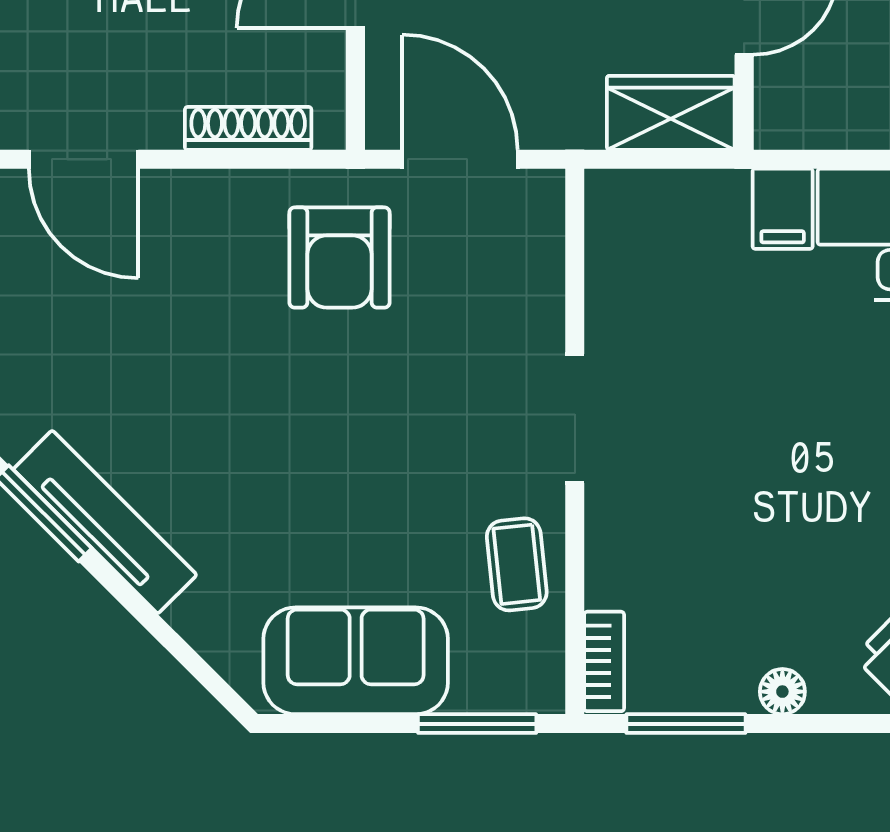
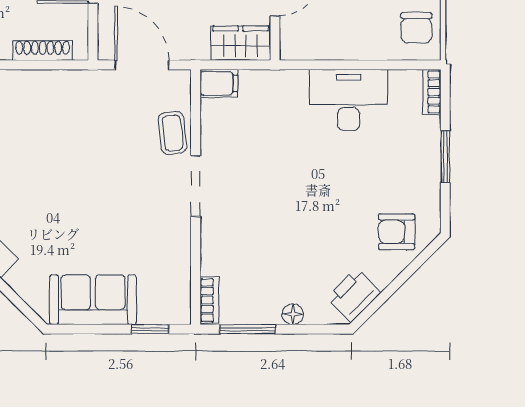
filing cabinet: (783, 209) -> (219, 83), moved, turned -90
armchair: (339, 257) -> (85, 111), removed
coffee table: (517, 564) -> (173, 133), moved
window: (477, 724) -> (150, 329), width x0.67

